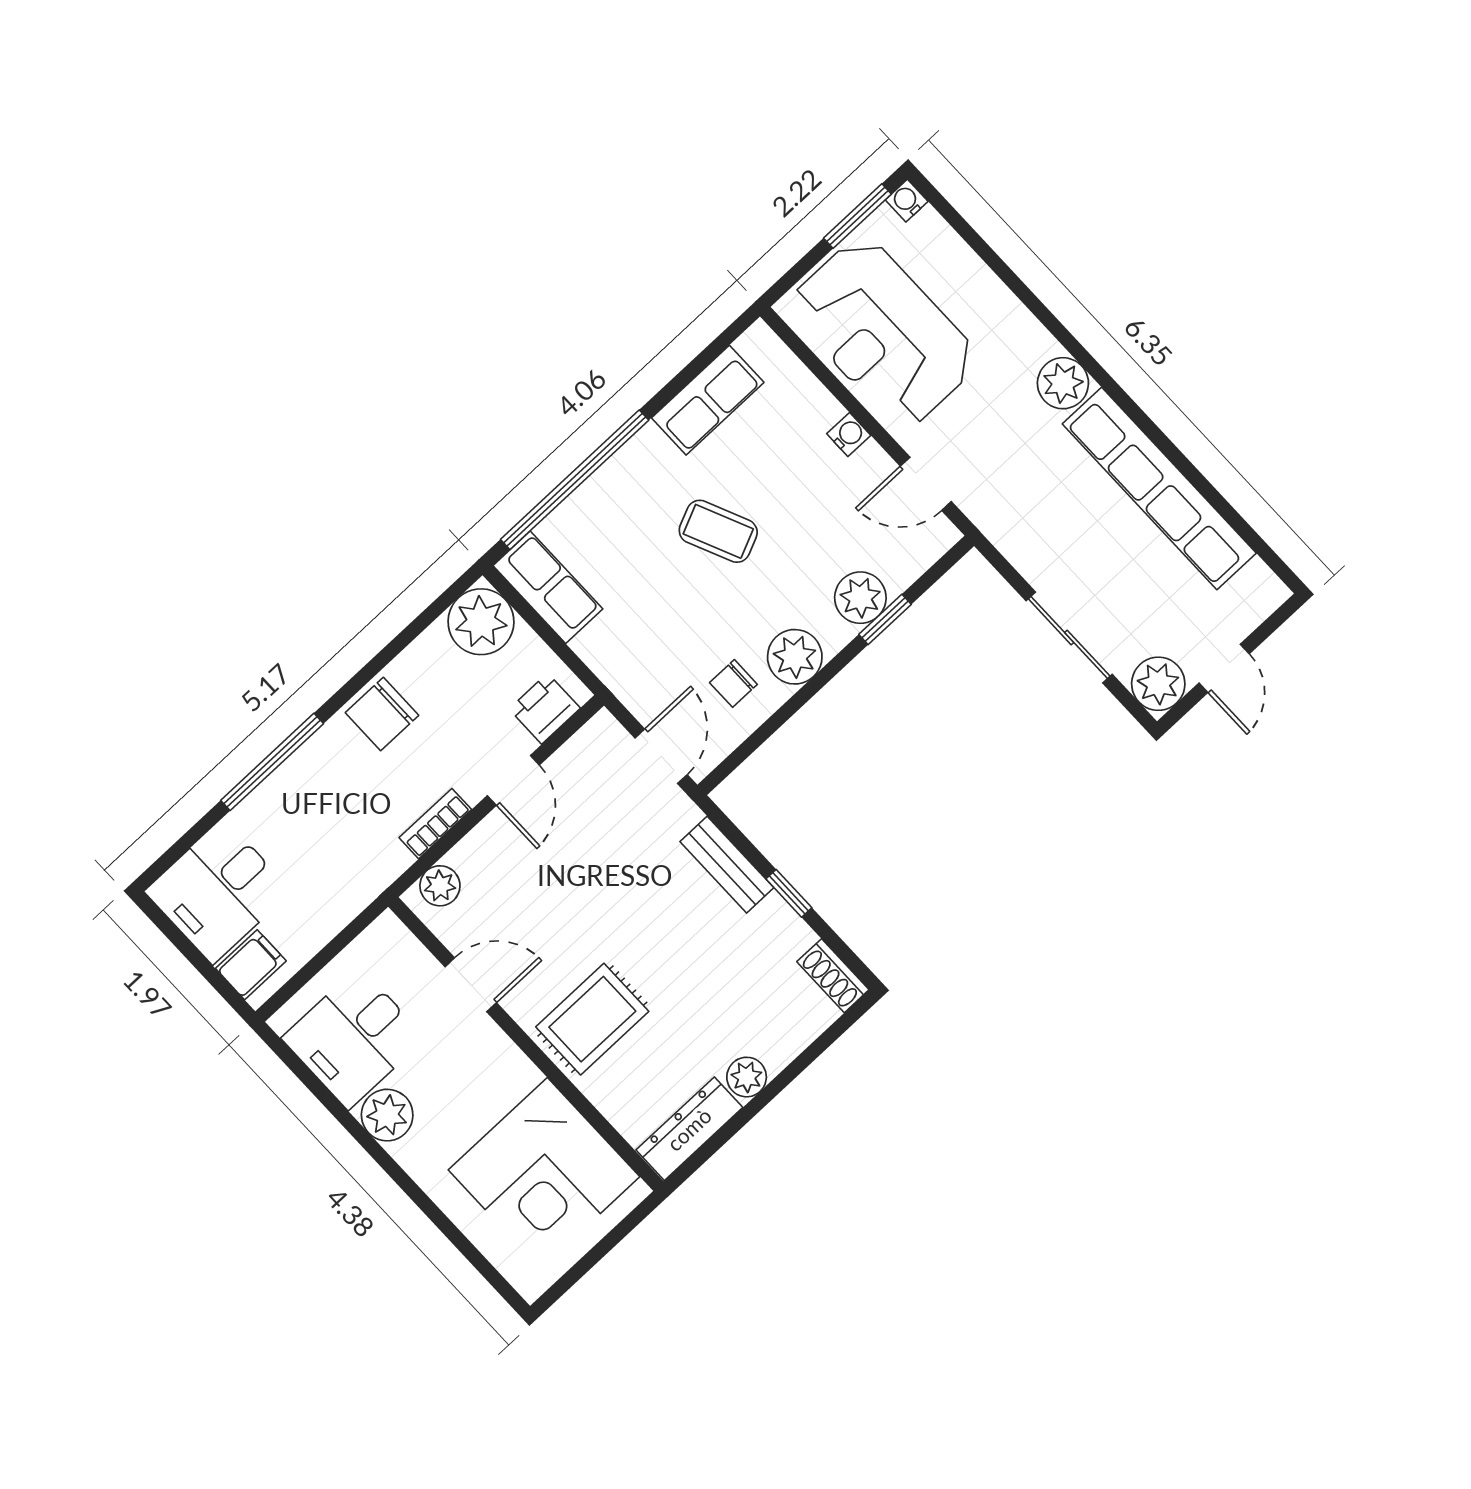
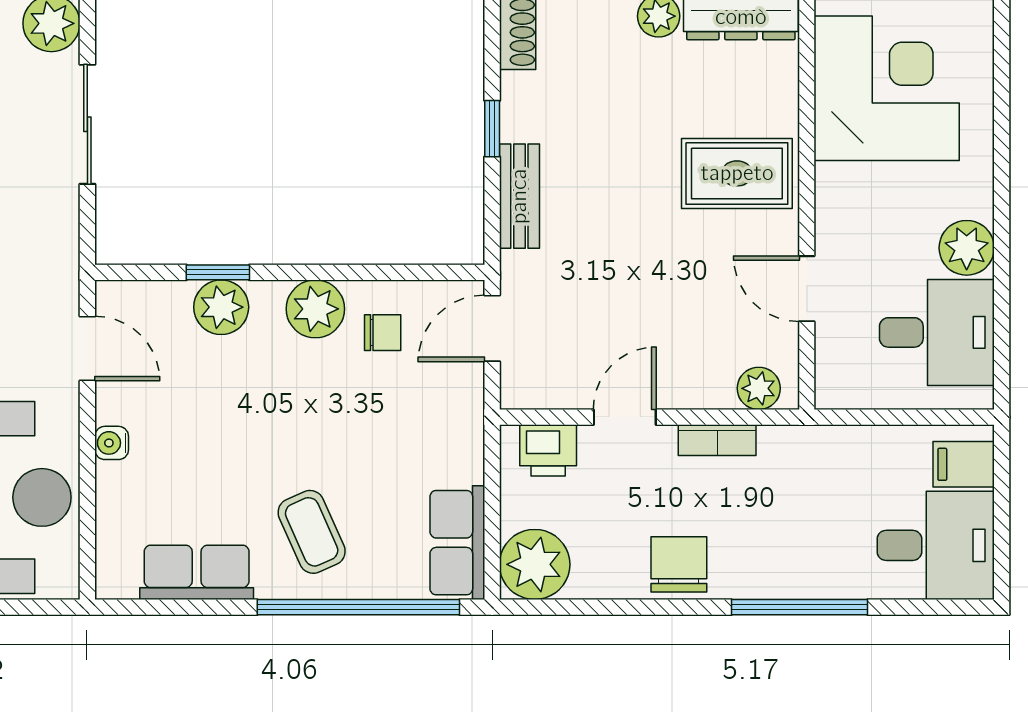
coffee table: (718, 531) -> (312, 532), moved
chair: (382, 714) -> (679, 564), turned -90

